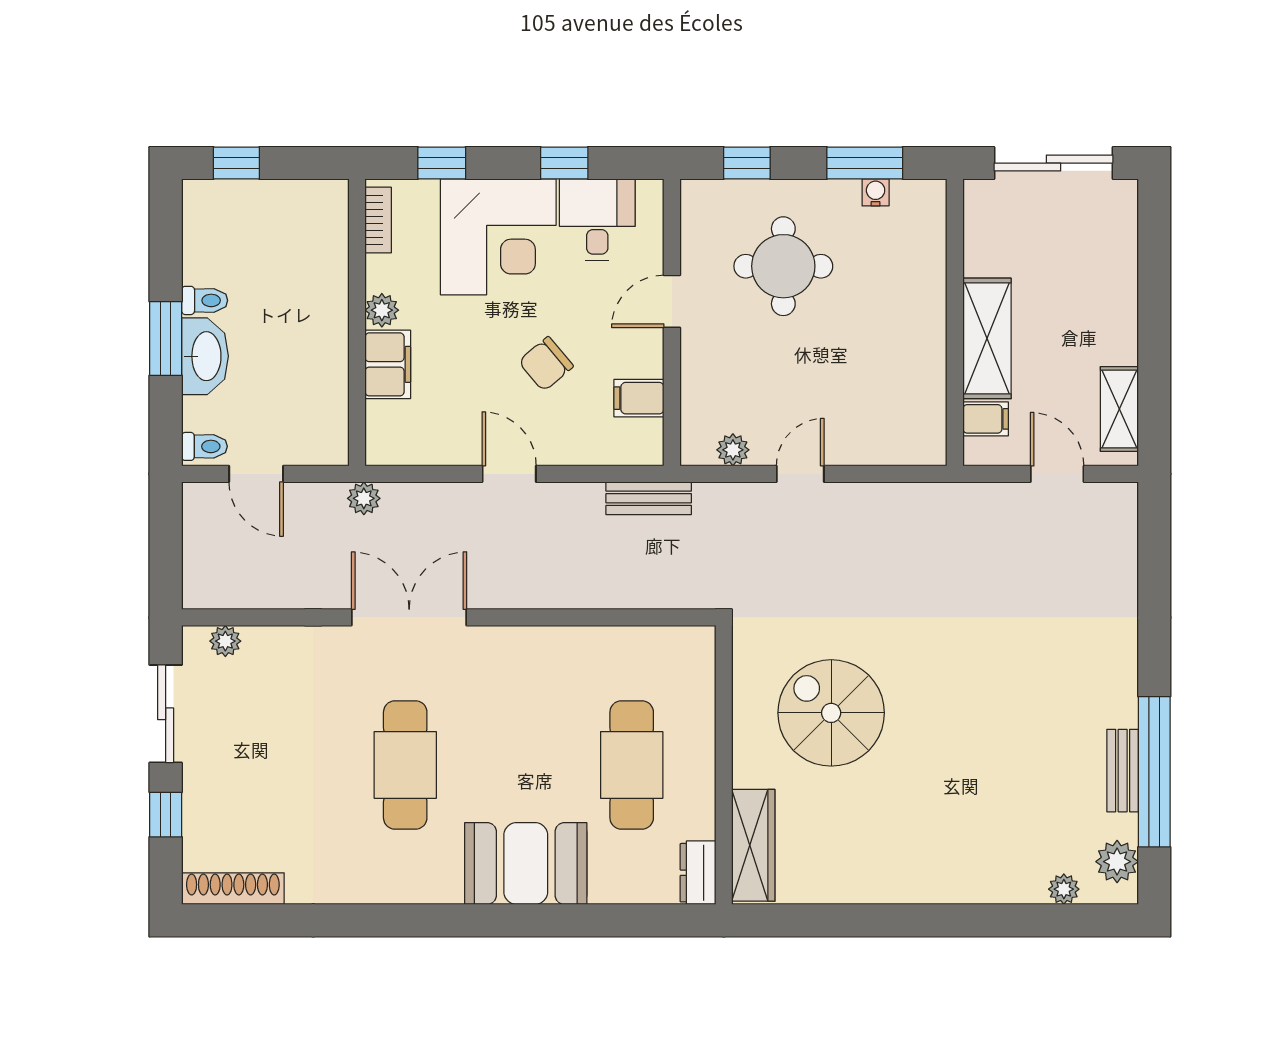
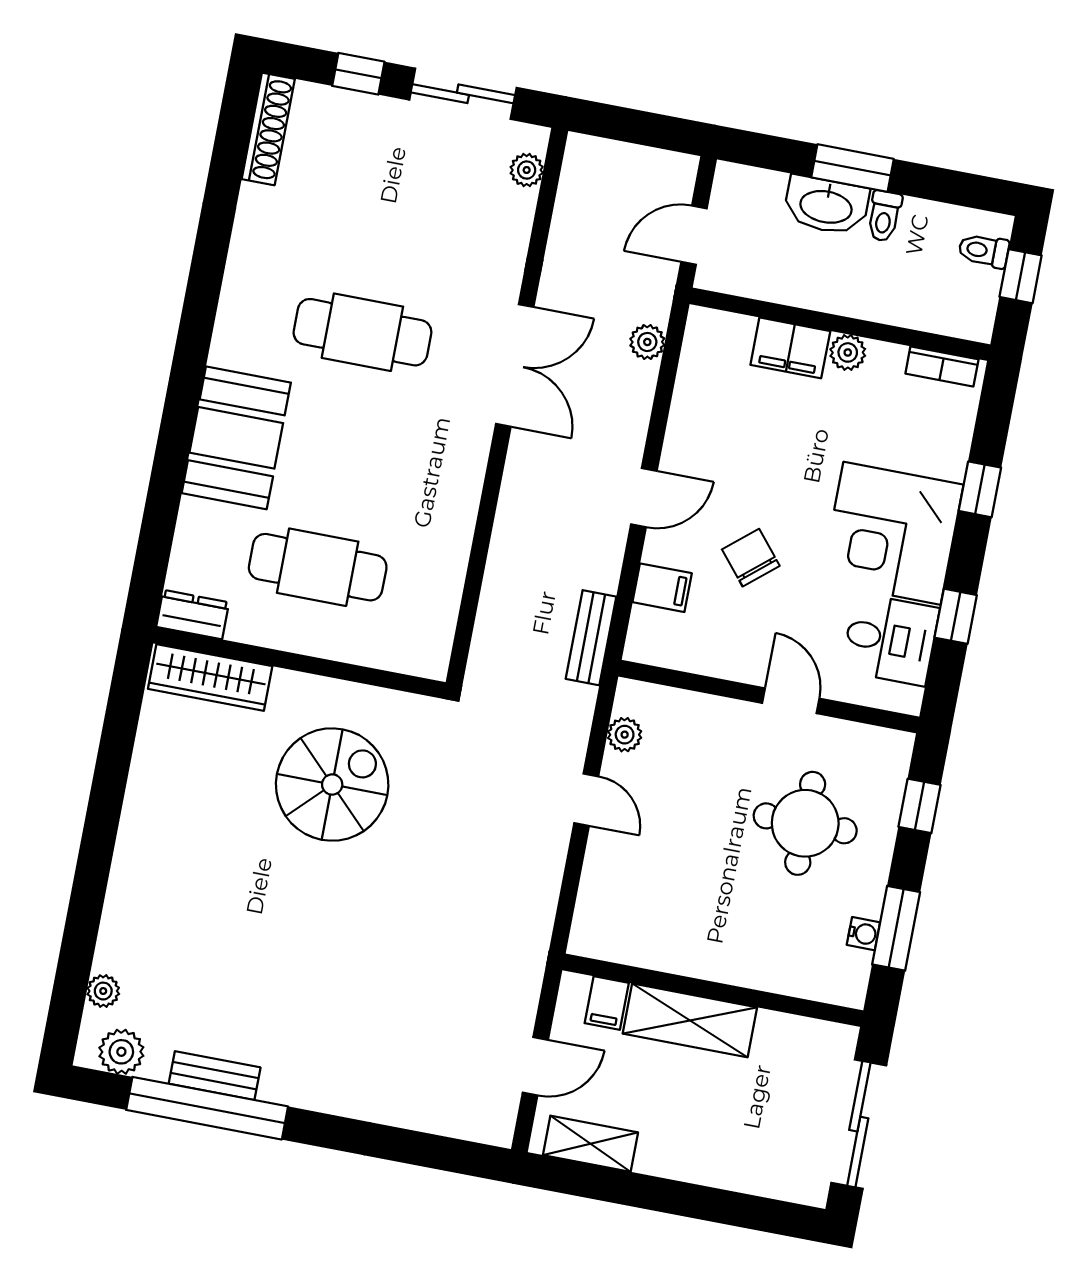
bookcase: (378, 220) -> (942, 366), moved
plant: (382, 310) -> (848, 352), moved
wall: (357, 322) -> (840, 324), moved
filing cabinet: (388, 364) -> (790, 348), moved
filing cabinet: (639, 398) -> (662, 588), moved, turned 90
toilet: (204, 446) -> (984, 251), moved, turned 90

